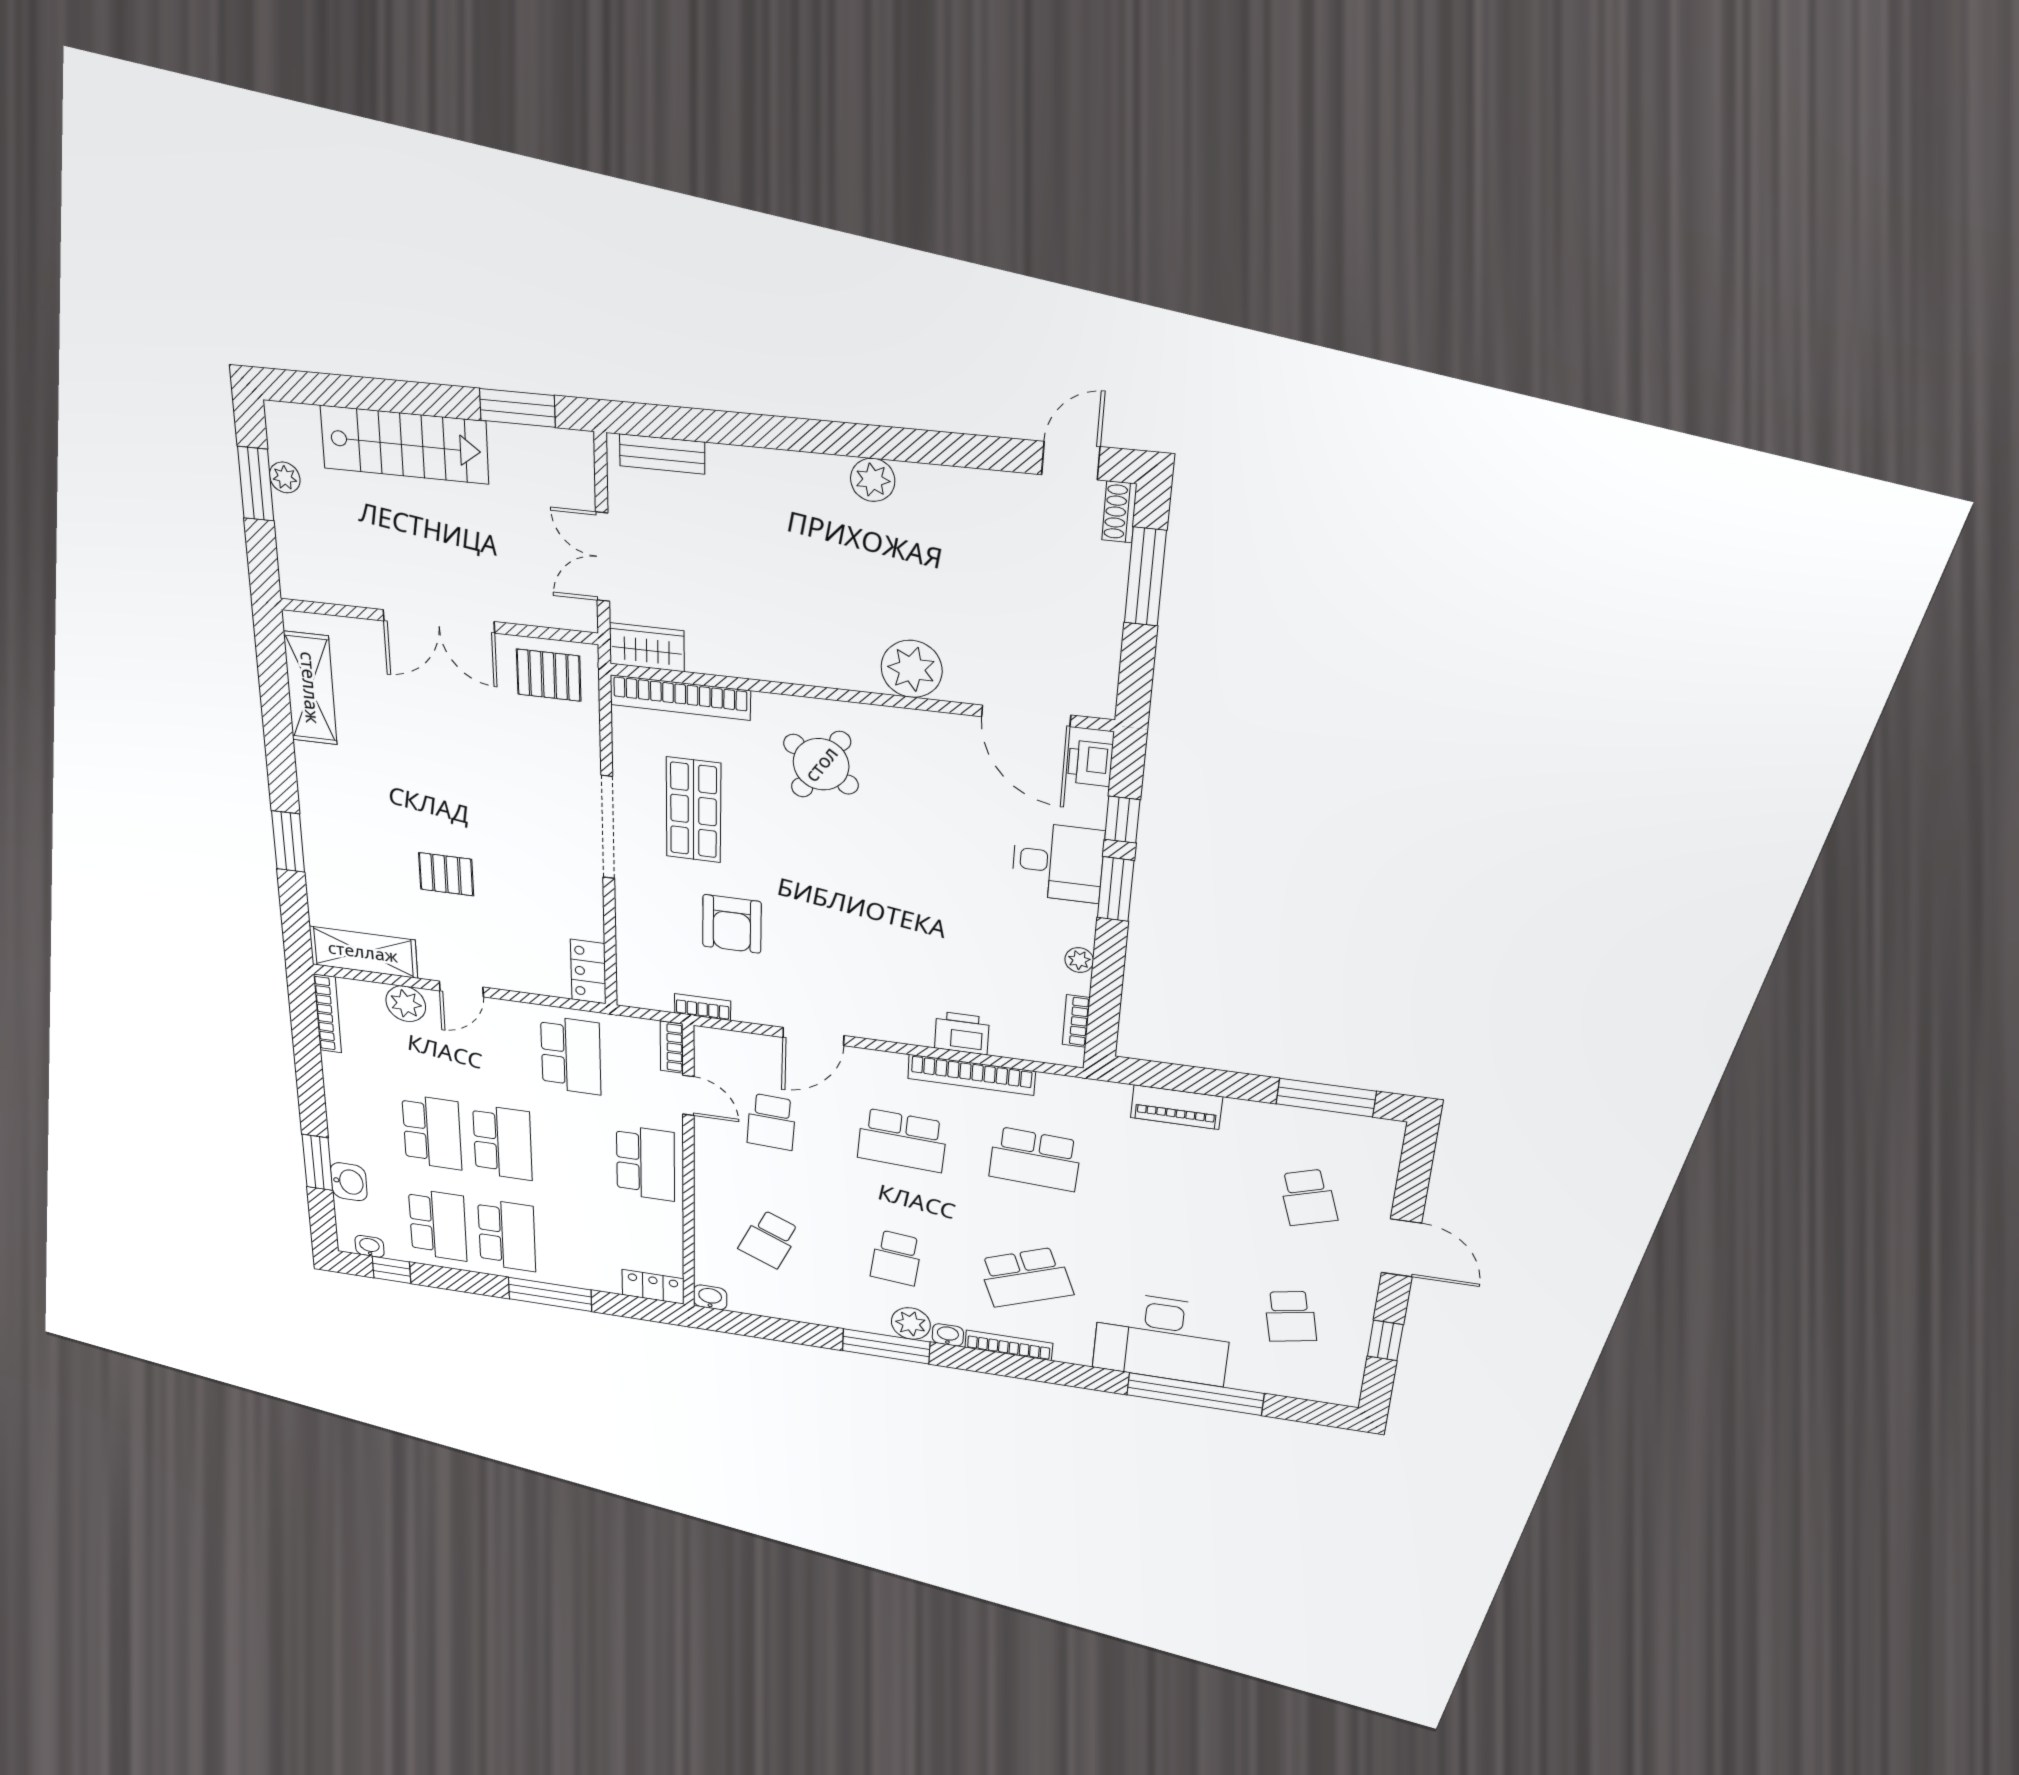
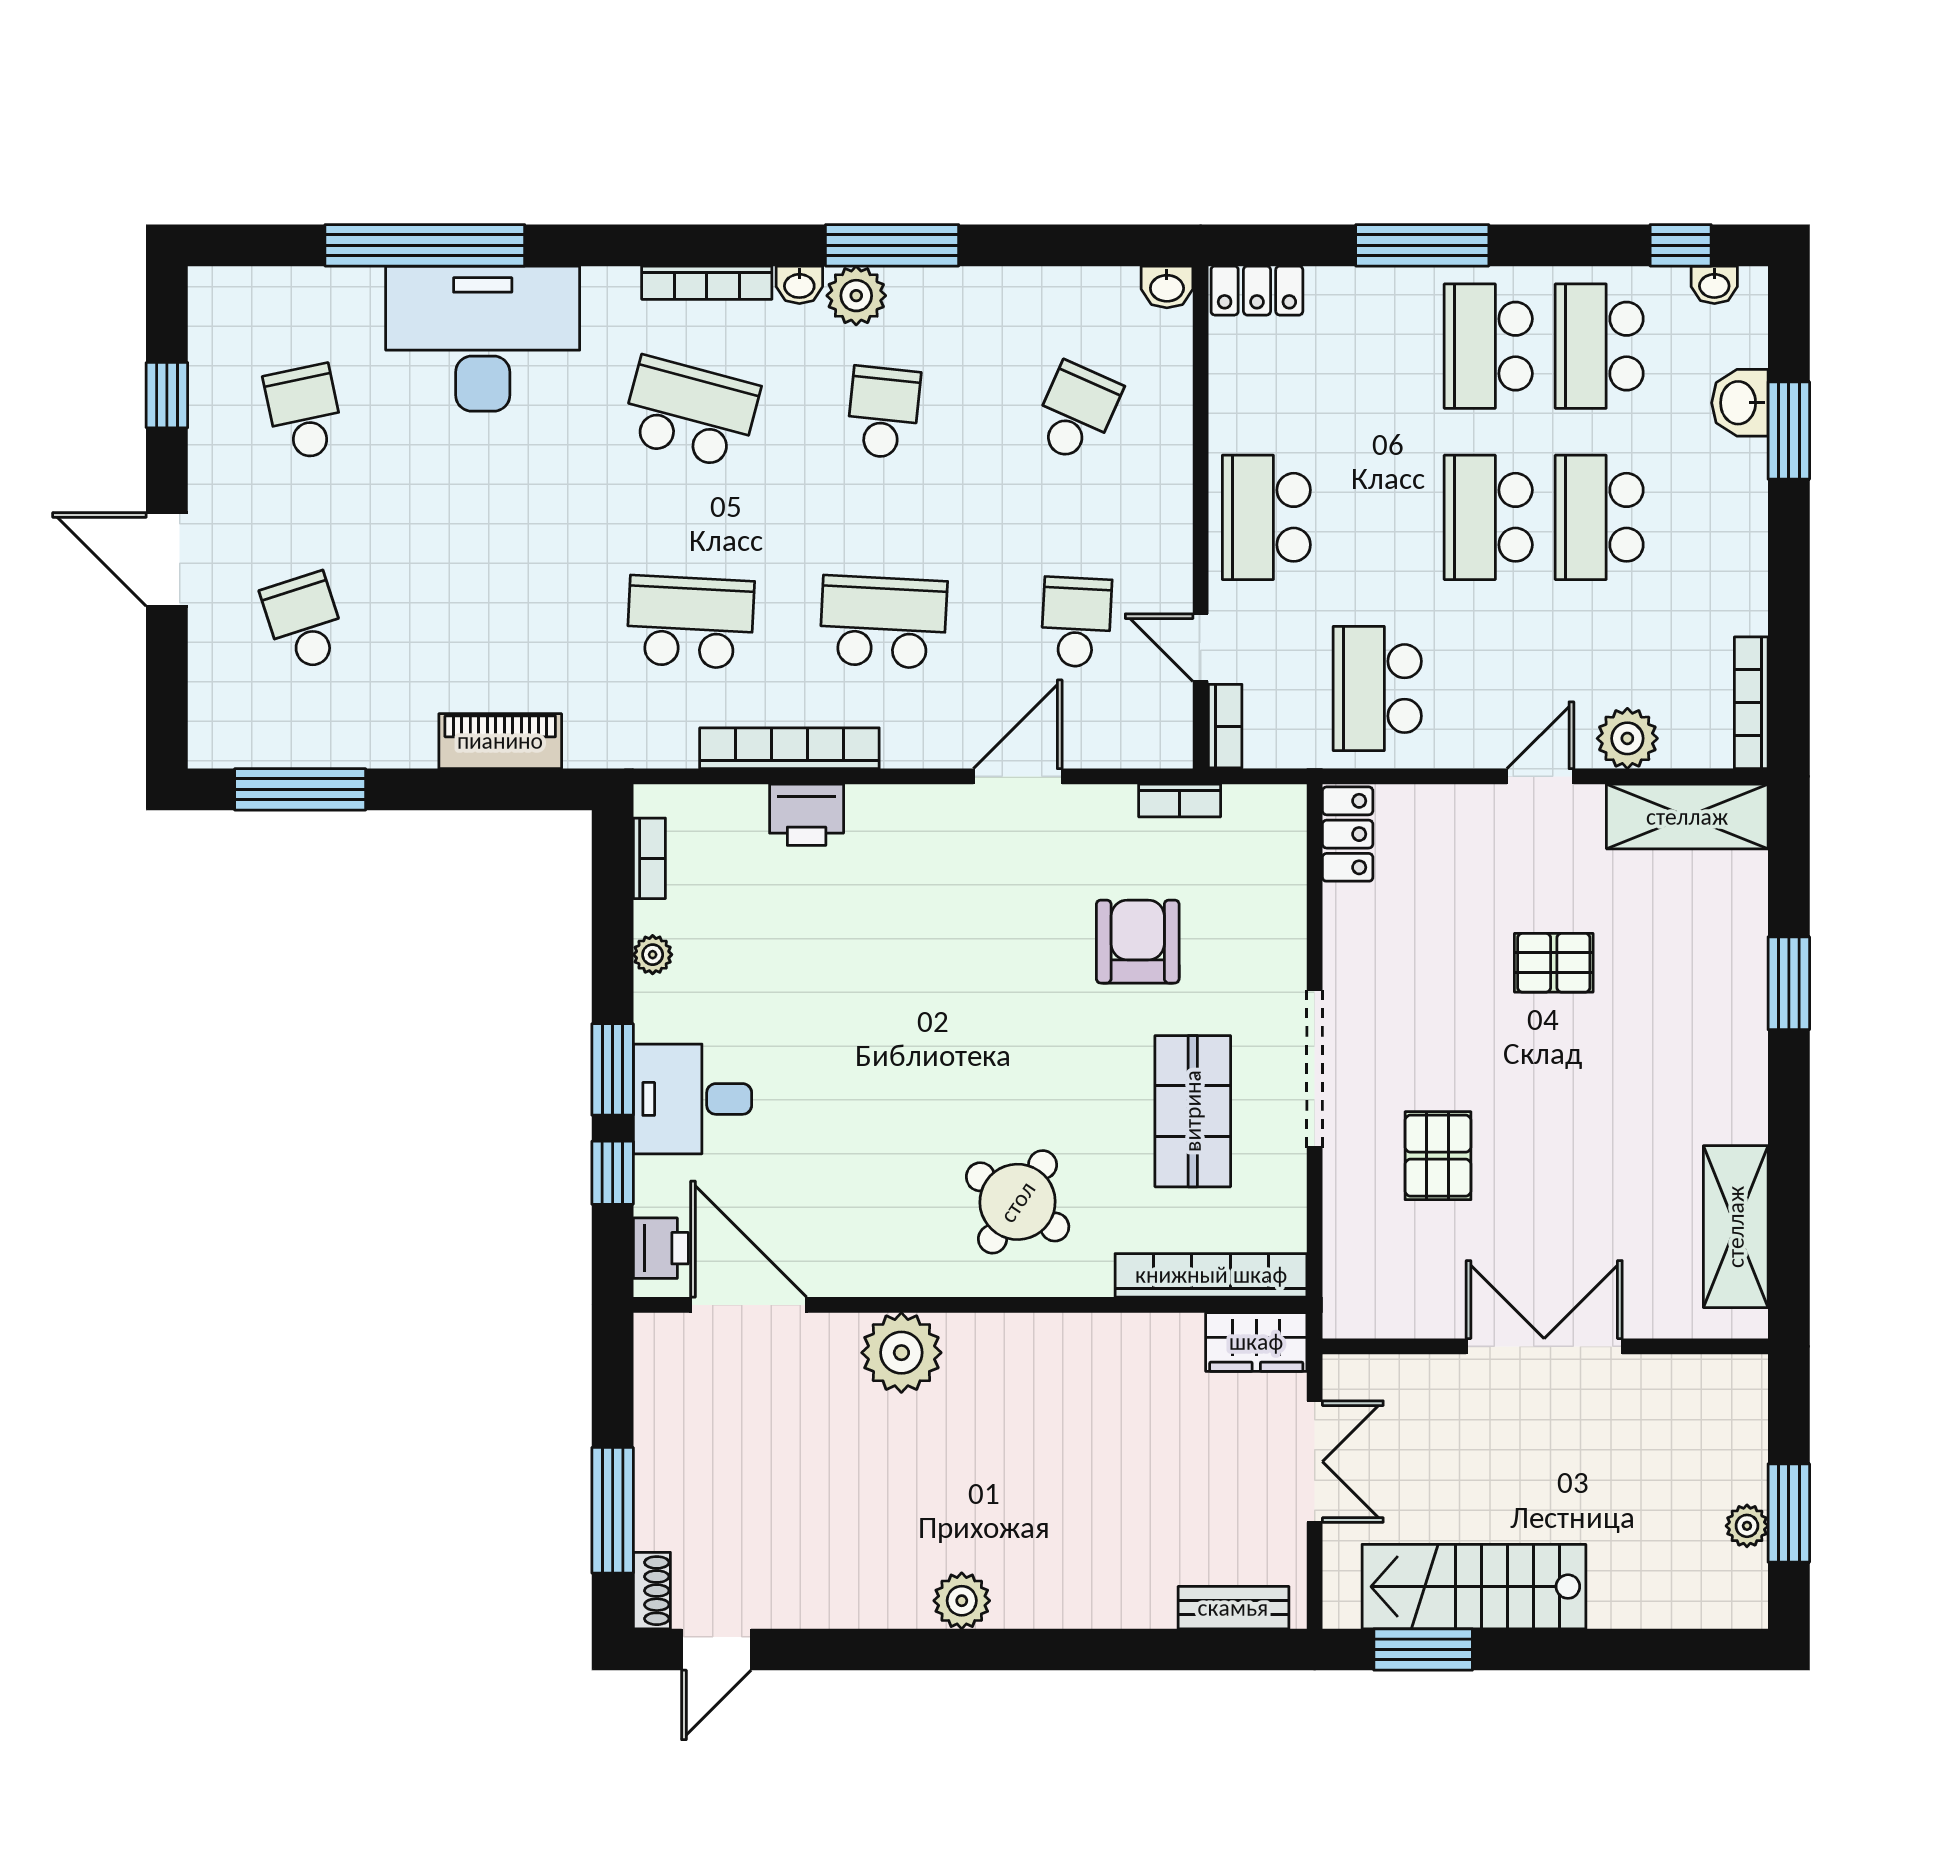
stairs: (404, 445) -> (1474, 1587), moved
pallet: (549, 675) -> (1438, 1156), moved, turned 90
school desk: (1025, 1277) -> (690, 413), turned 36

